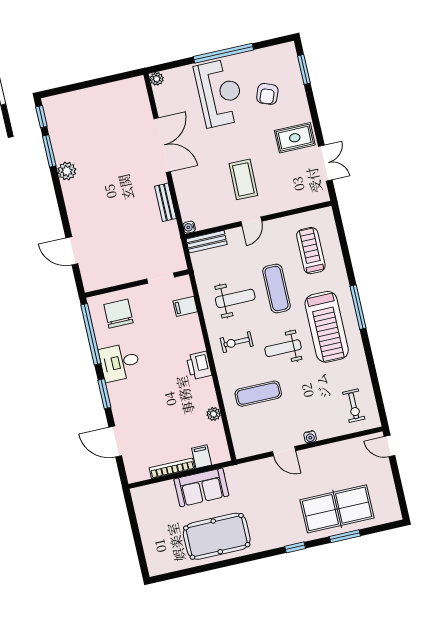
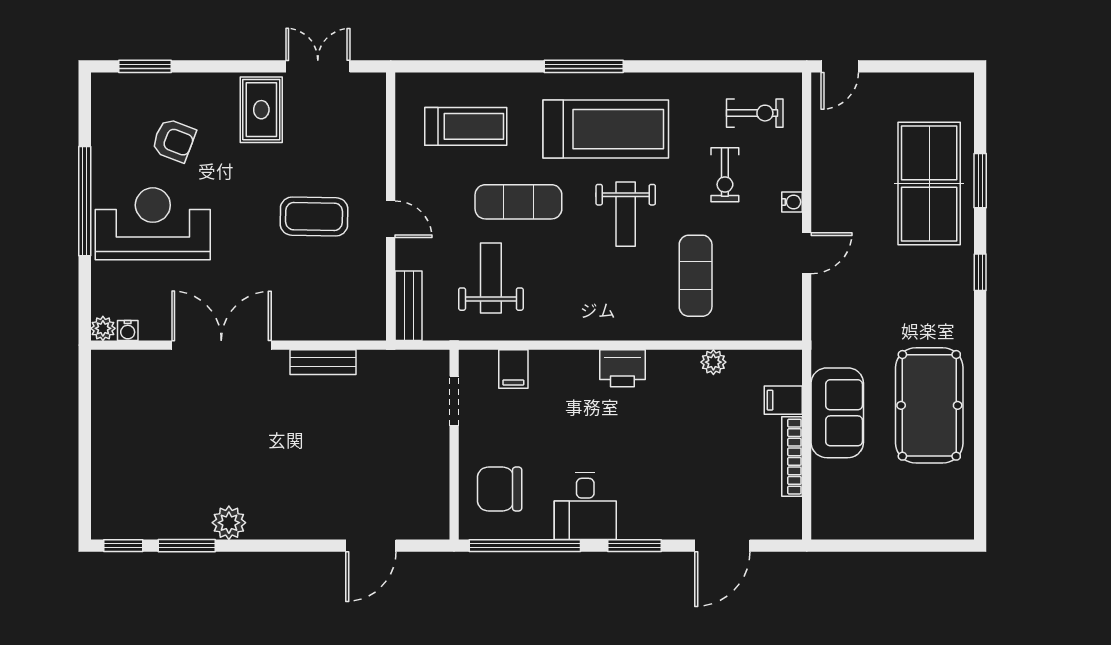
water cooler: (189, 227) -> (128, 330), moved
treadmill: (311, 251) -> (466, 126), turned 180
weight bench: (235, 298) -> (491, 278), moved
exercise bike: (237, 342) -> (725, 175), moved

